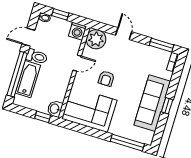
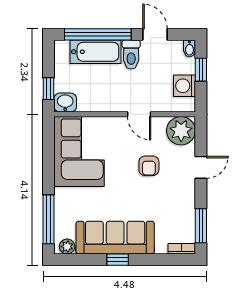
washing machine: (78, 31) -> (185, 86), moved
armchair: (106, 79) -> (149, 166), moved, turned -90
plant: (149, 136) -> (67, 247), added

